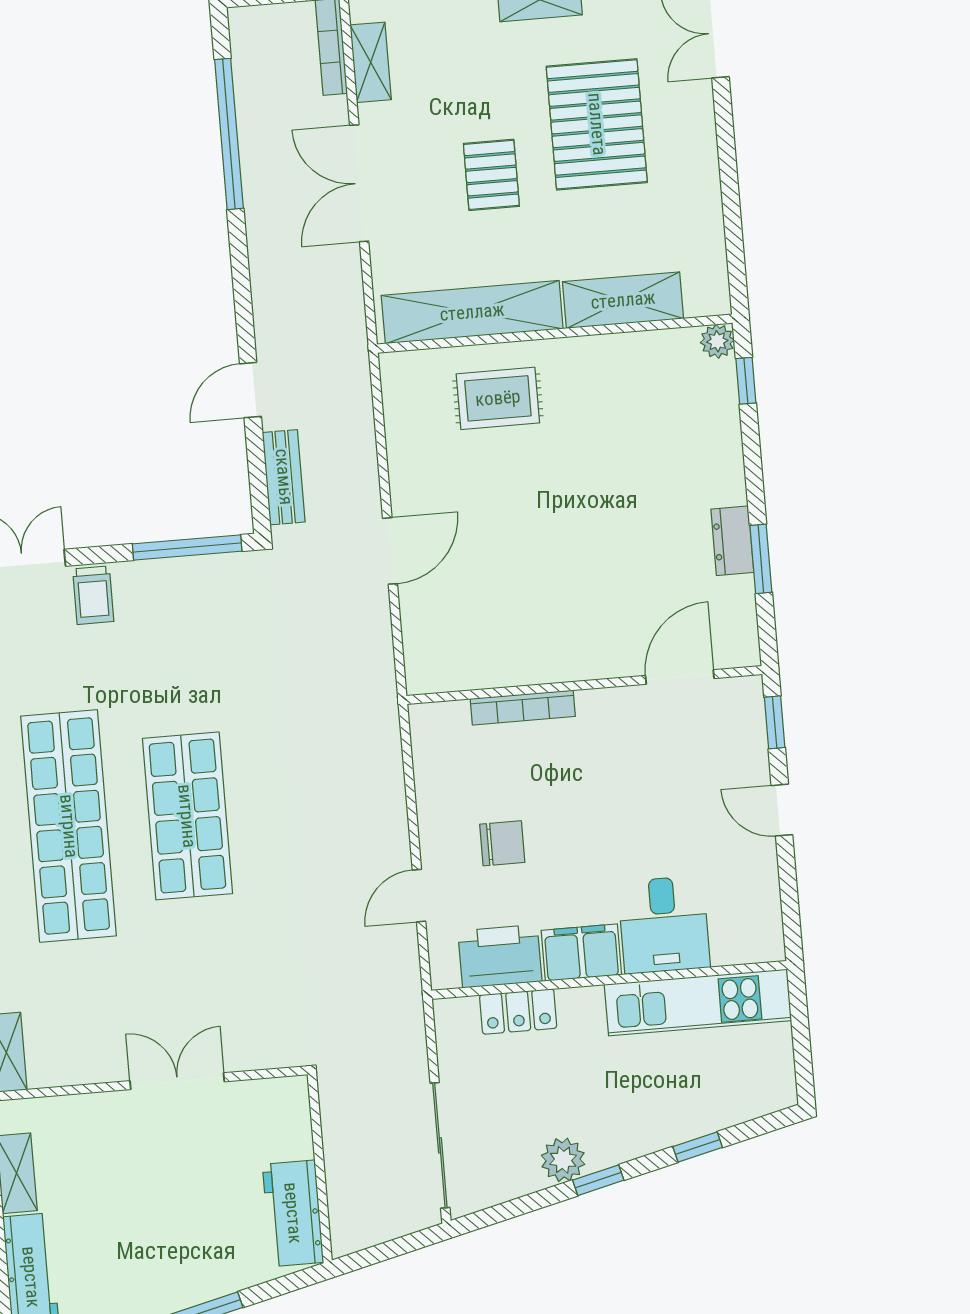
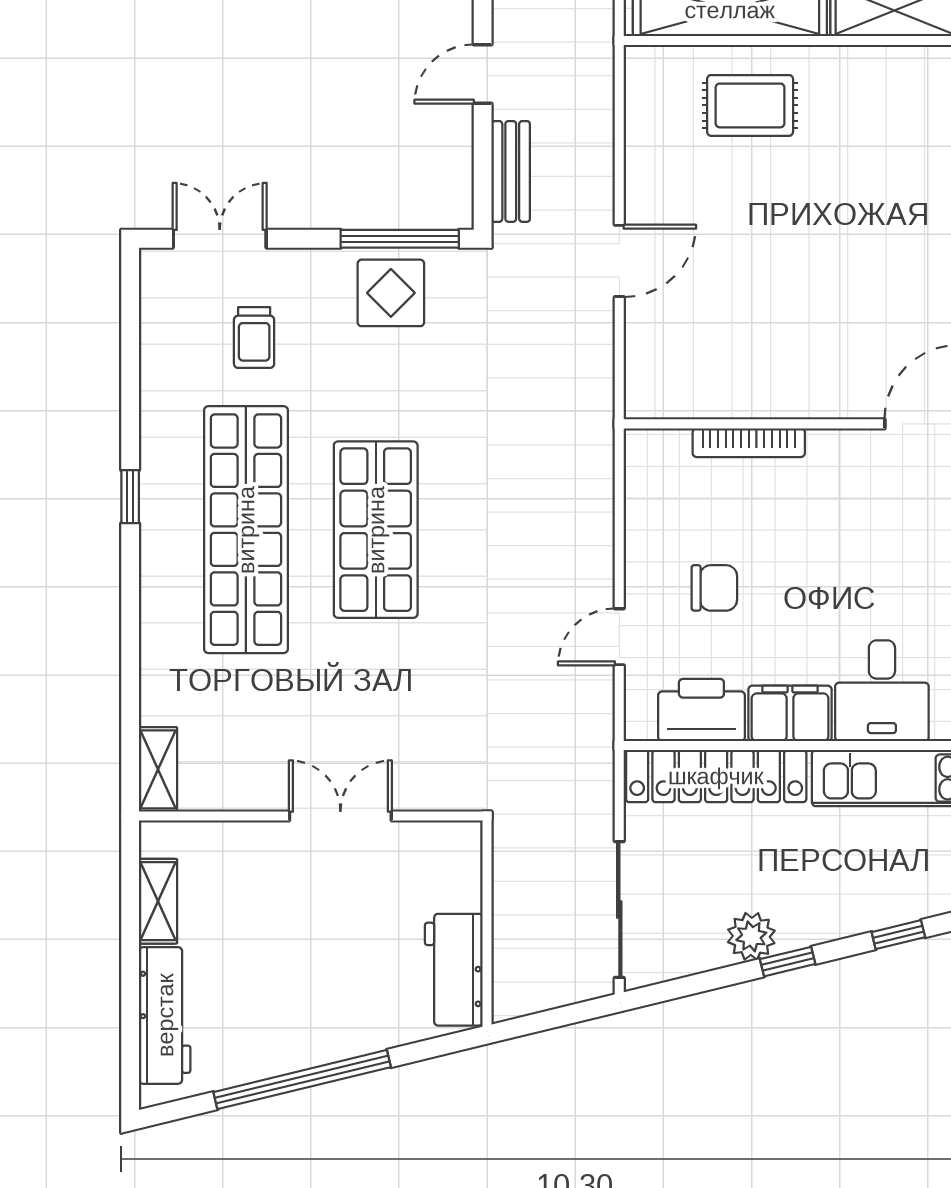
trolley: (93, 595) -> (254, 338), moved
display table: (183, 598) -> (391, 293), added
locker: (518, 1012) -> (716, 776), width x2.16, depth x1.21

